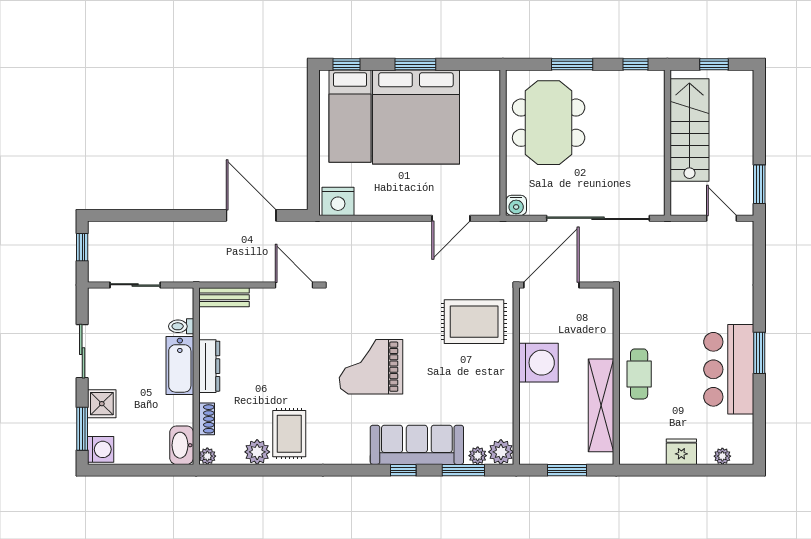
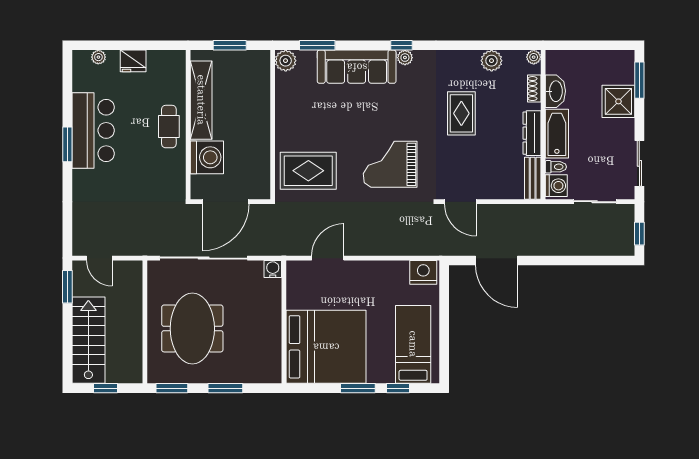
window: (347, 64) -> (398, 388), moved
window: (635, 64) -> (172, 388), width x1.50
bed: (416, 117) -> (326, 347), moved, turned 90
meeting table: (549, 123) -> (192, 328), moved
stairs: (689, 130) -> (88, 340), moved, turned 180
door: (551, 285) -> (225, 202), moved
bench: (224, 297) -> (533, 178), moved, turned 90
sliding door: (82, 351) -> (639, 163), moved
washing machine: (539, 363) -> (207, 157), moved, turned 180
grand piano: (371, 367) -> (390, 164), moved, turned 180
shower: (102, 404) -> (618, 101), width x1.36, depth x1.36
rug: (289, 434) -> (461, 113), moved
washbasin: (182, 445) -> (555, 91), moved
washing machine: (101, 449) -> (556, 186), moved, turned 180
plant: (478, 456) -> (405, 58), moved
window: (403, 470) -> (402, 45), moved

